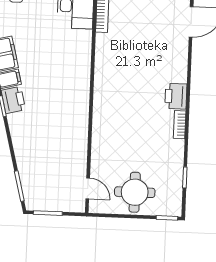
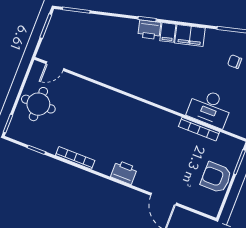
printer: (176, 96) -> (124, 172), moved
bookcase: (180, 125) -> (75, 158), width x1.56

